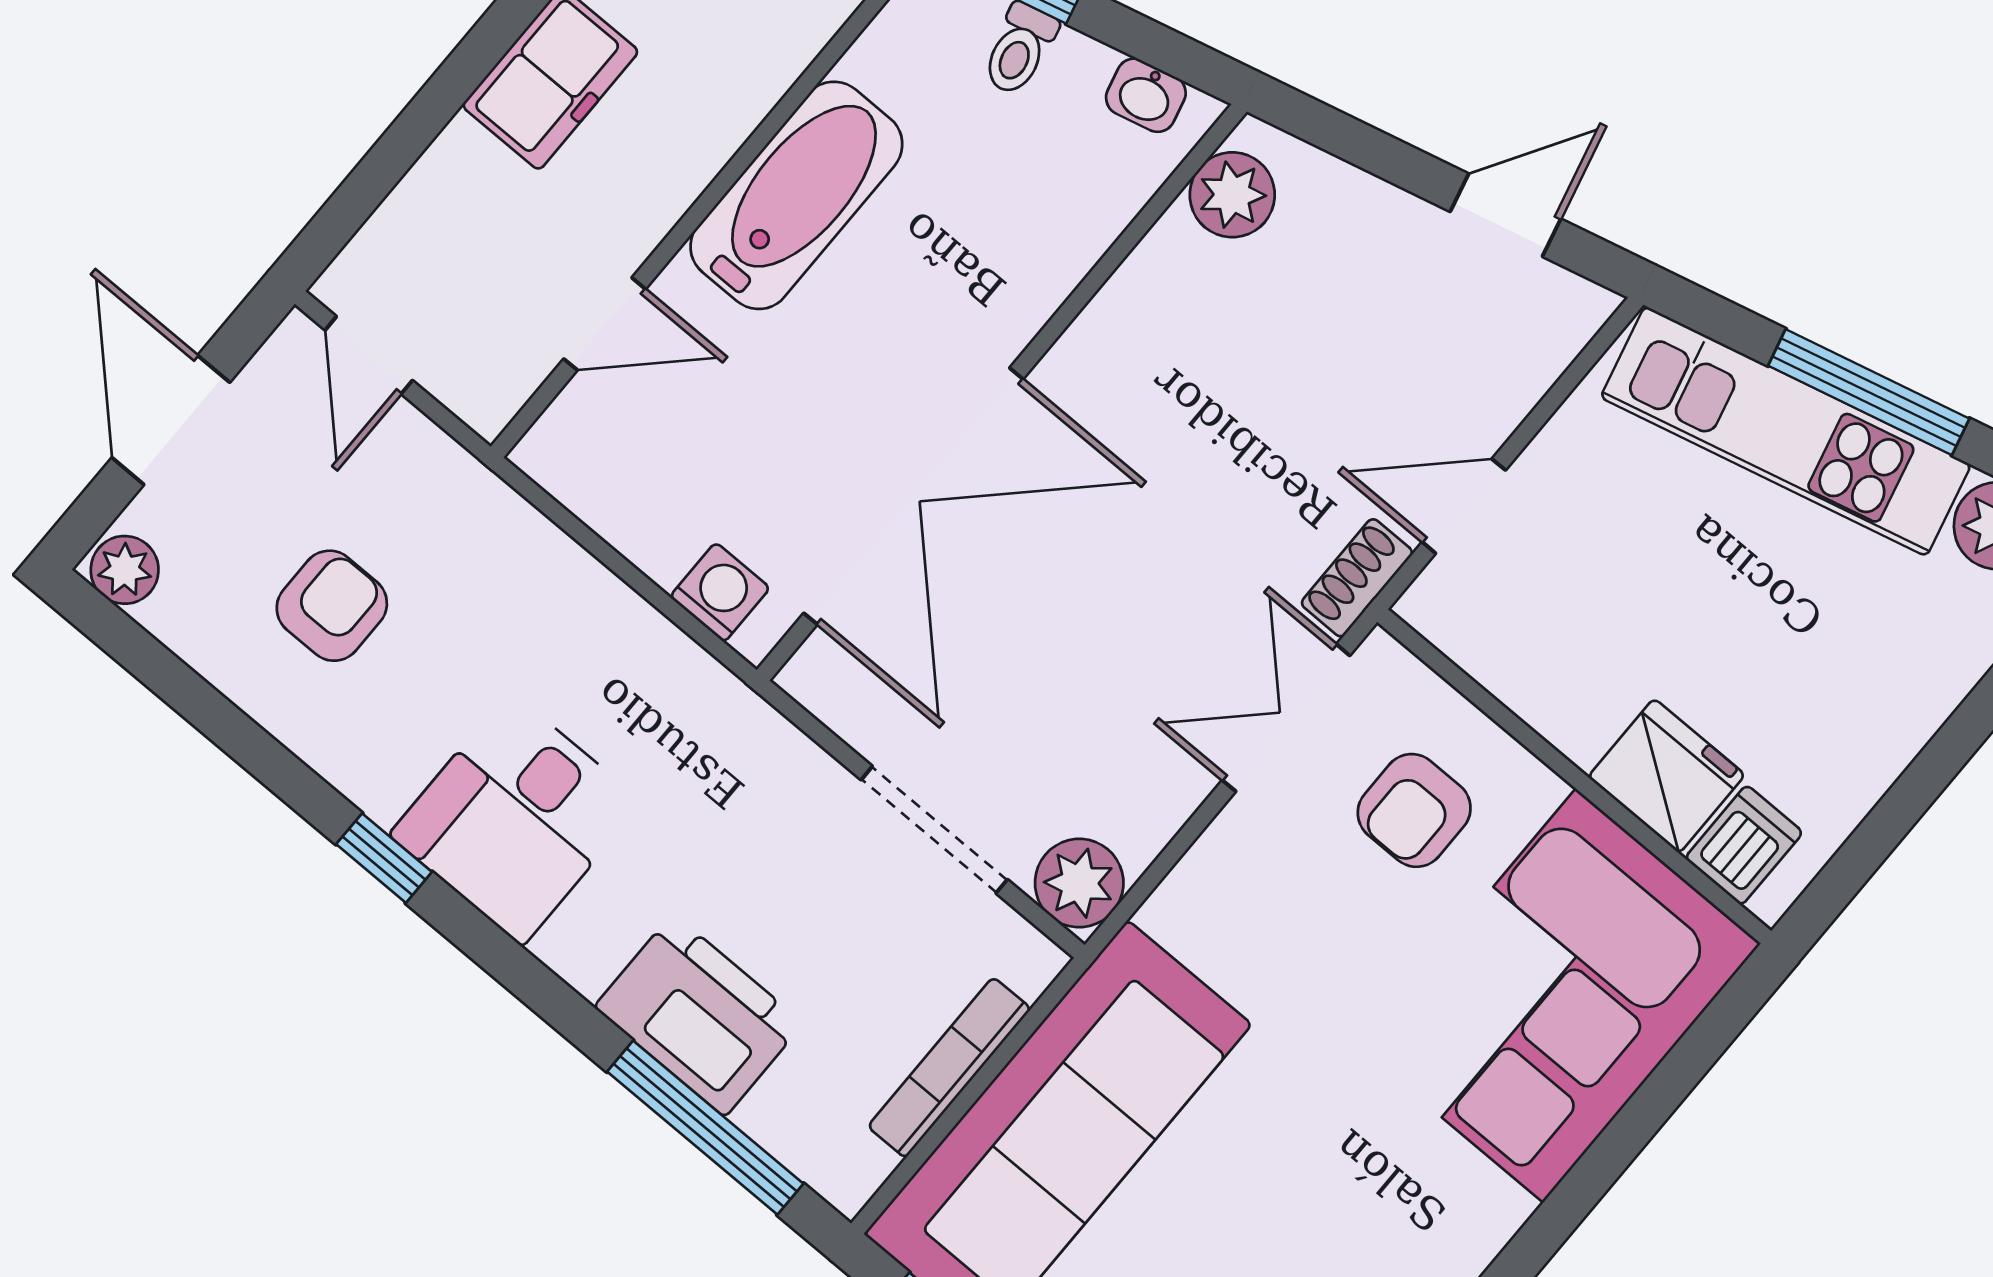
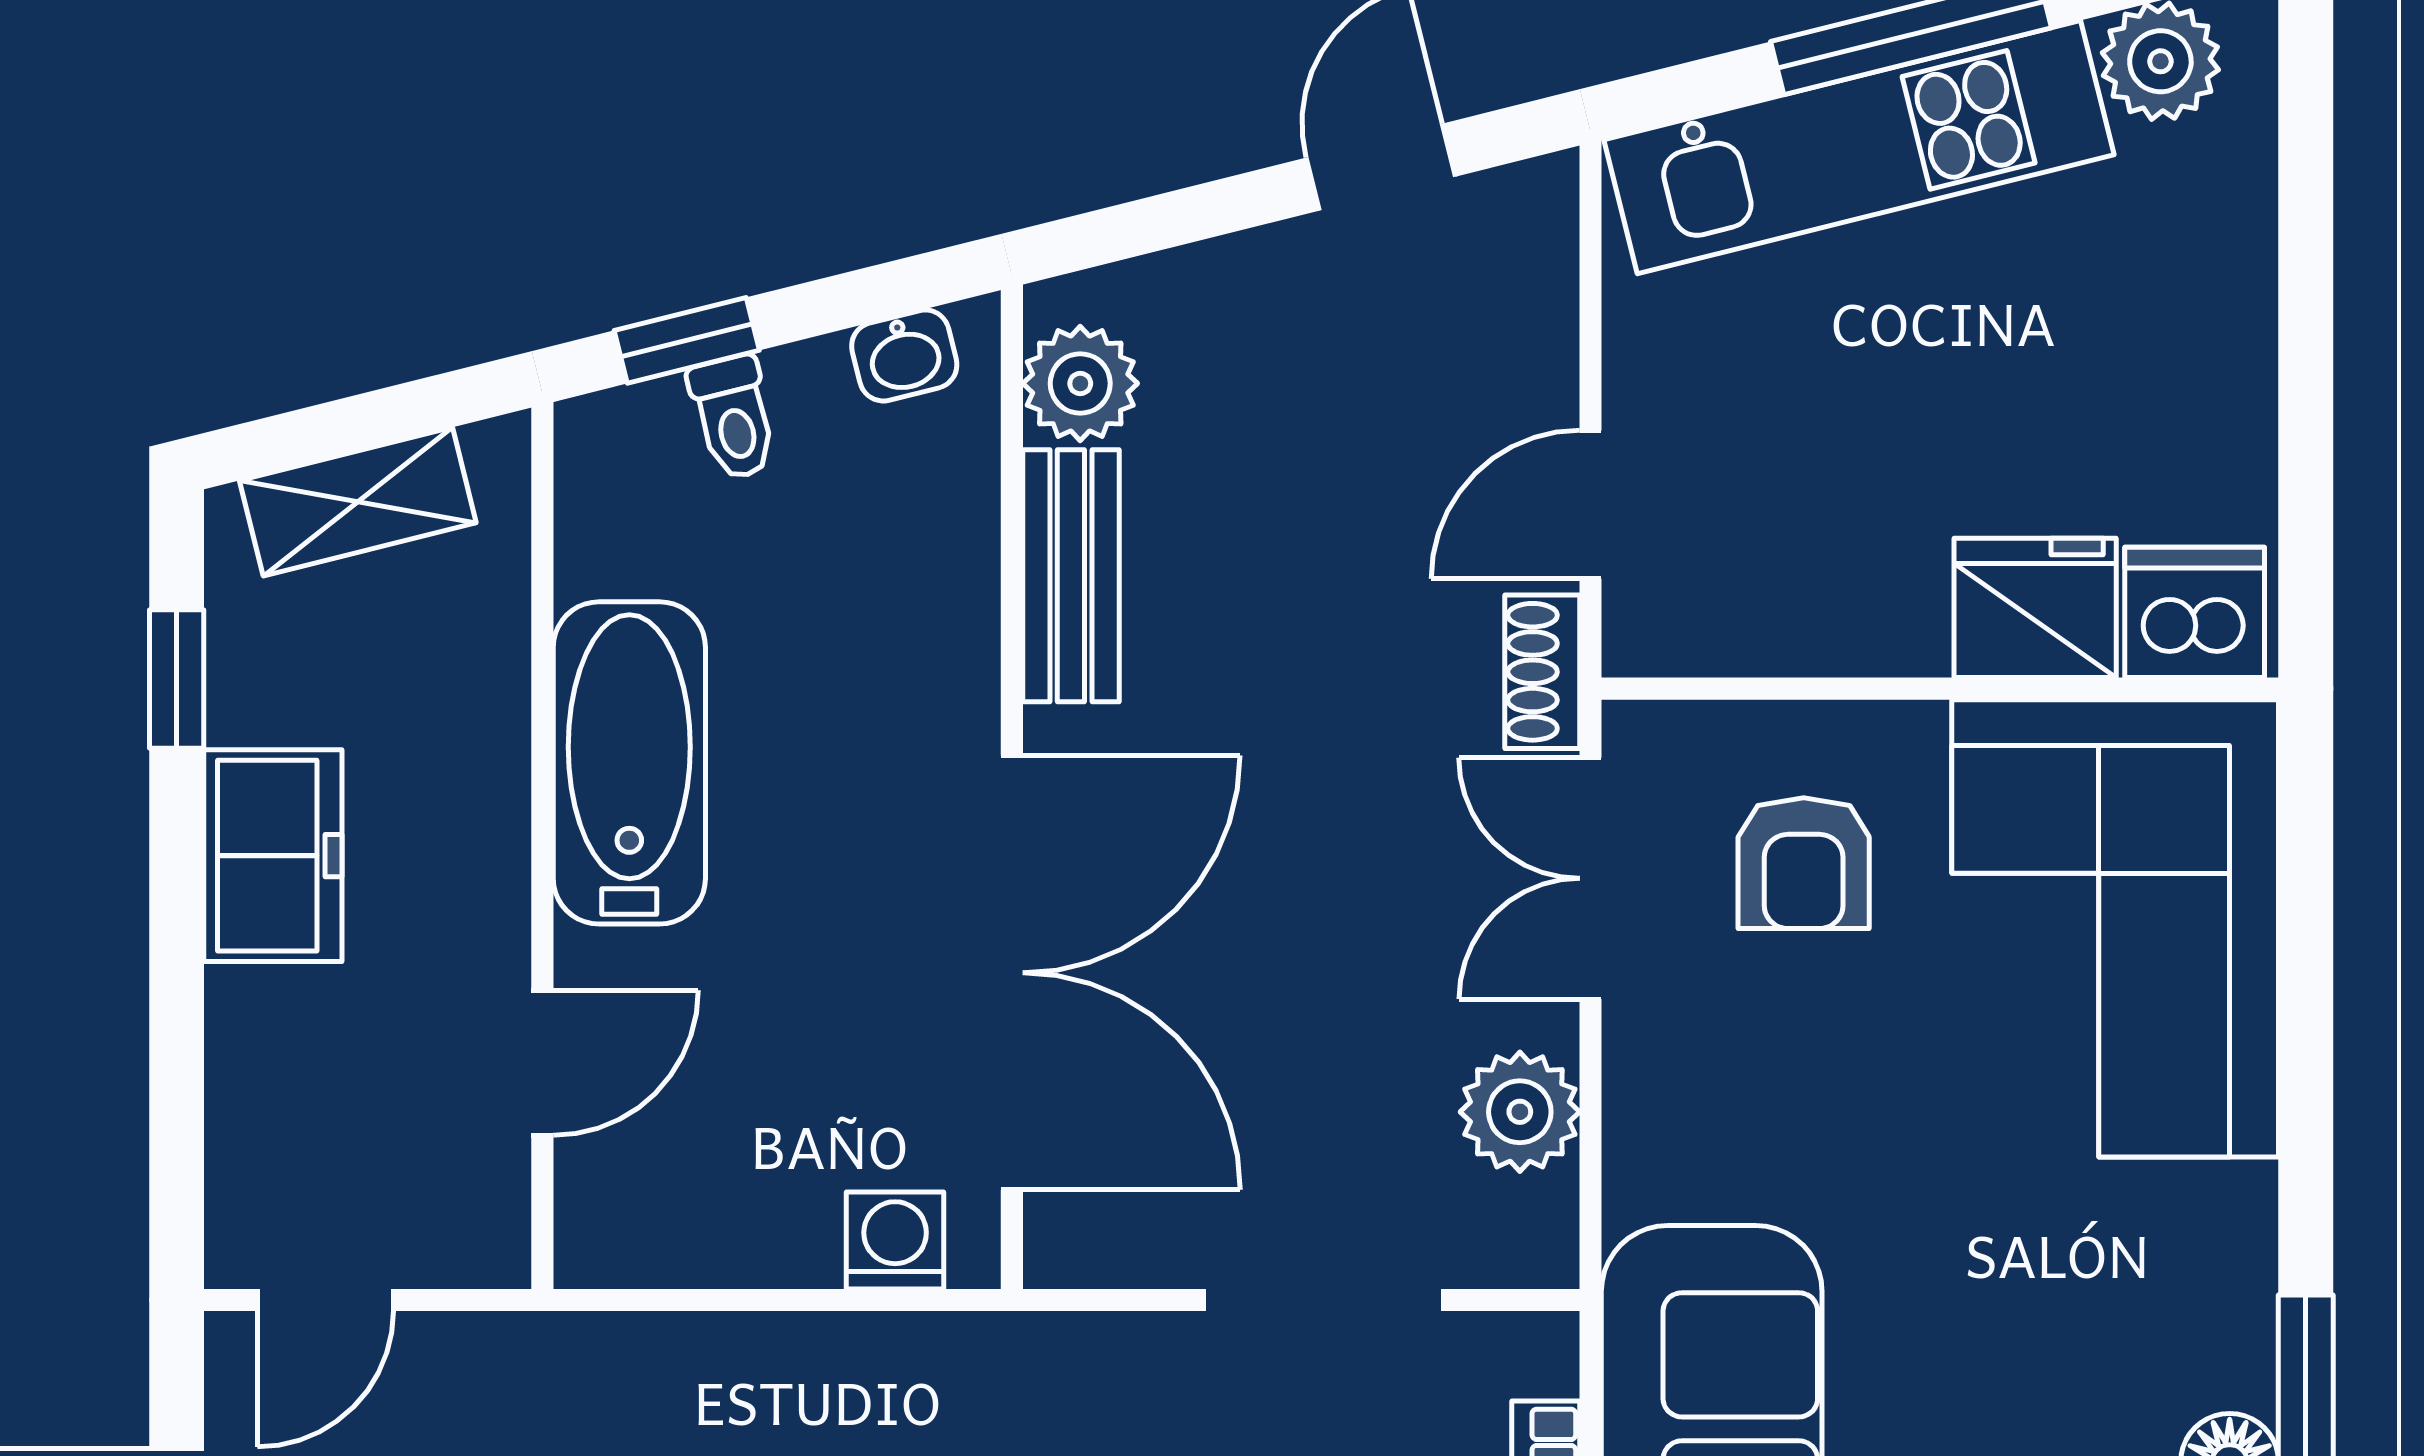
bench: (1136, 299) -> (1071, 576), added
door: (369, 355) -> (325, 1300), hinge flipped
dishwasher: (1744, 845) -> (2195, 612), width x1.38
plant: (1079, 883) -> (1520, 1112), moved

